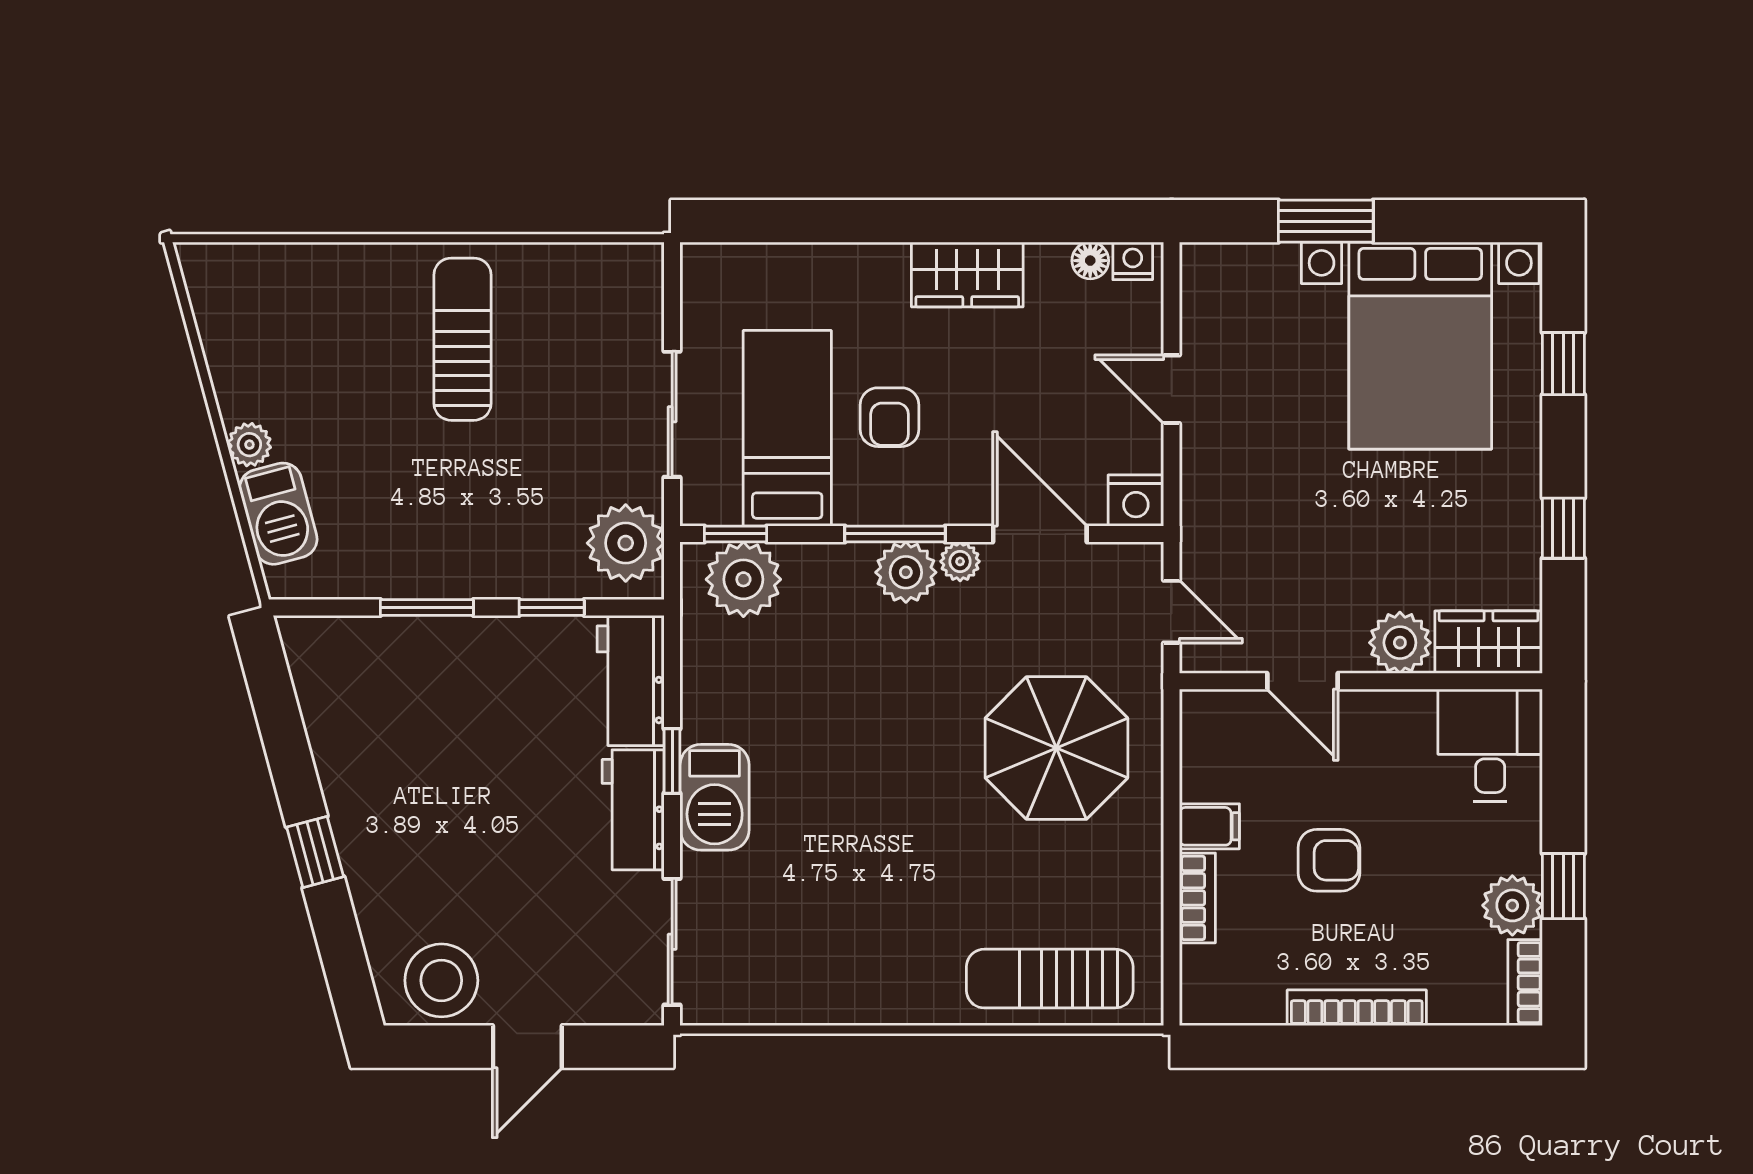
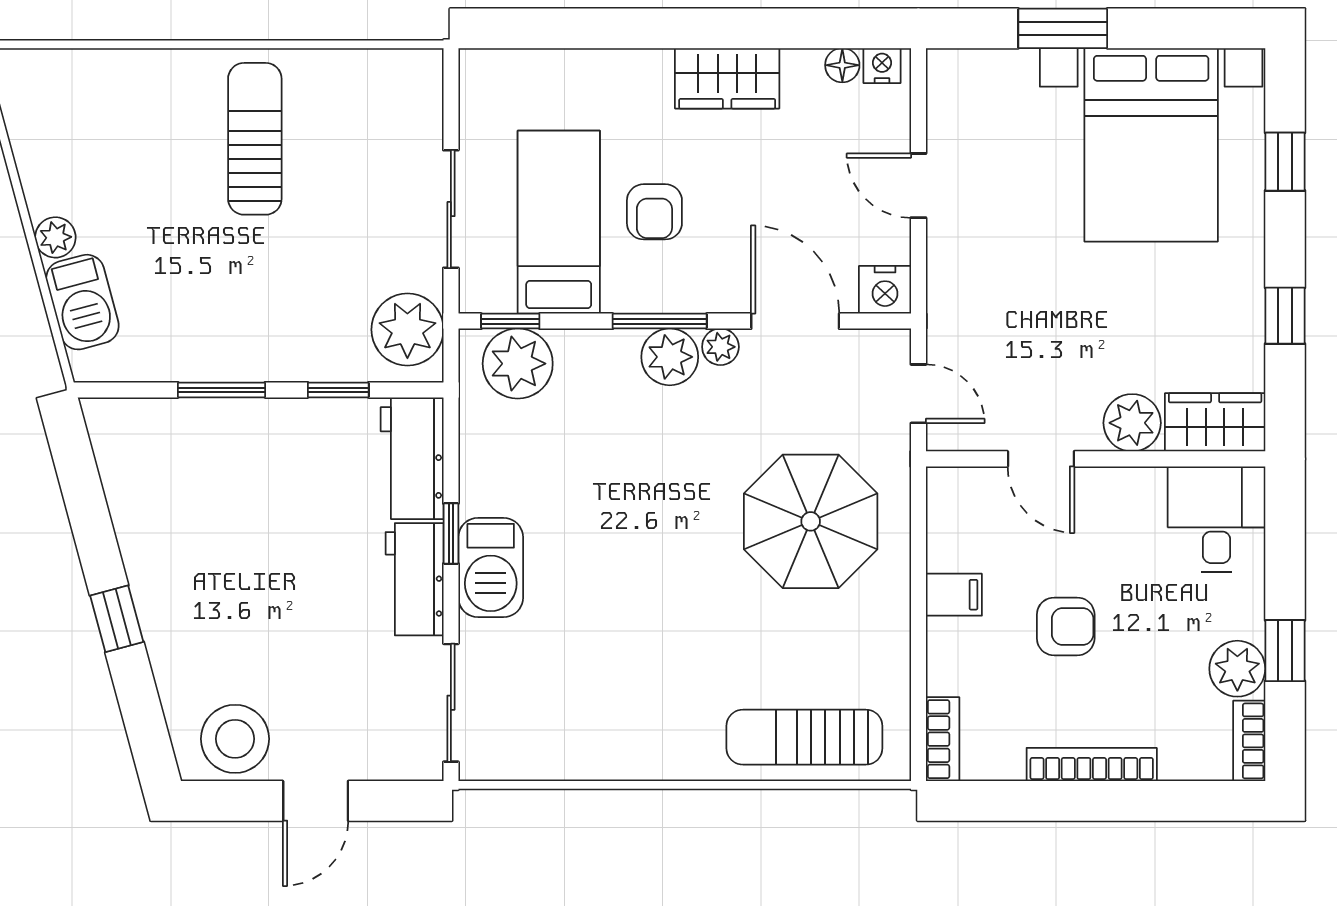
bookcase: (1197, 898) -> (943, 739), moved

